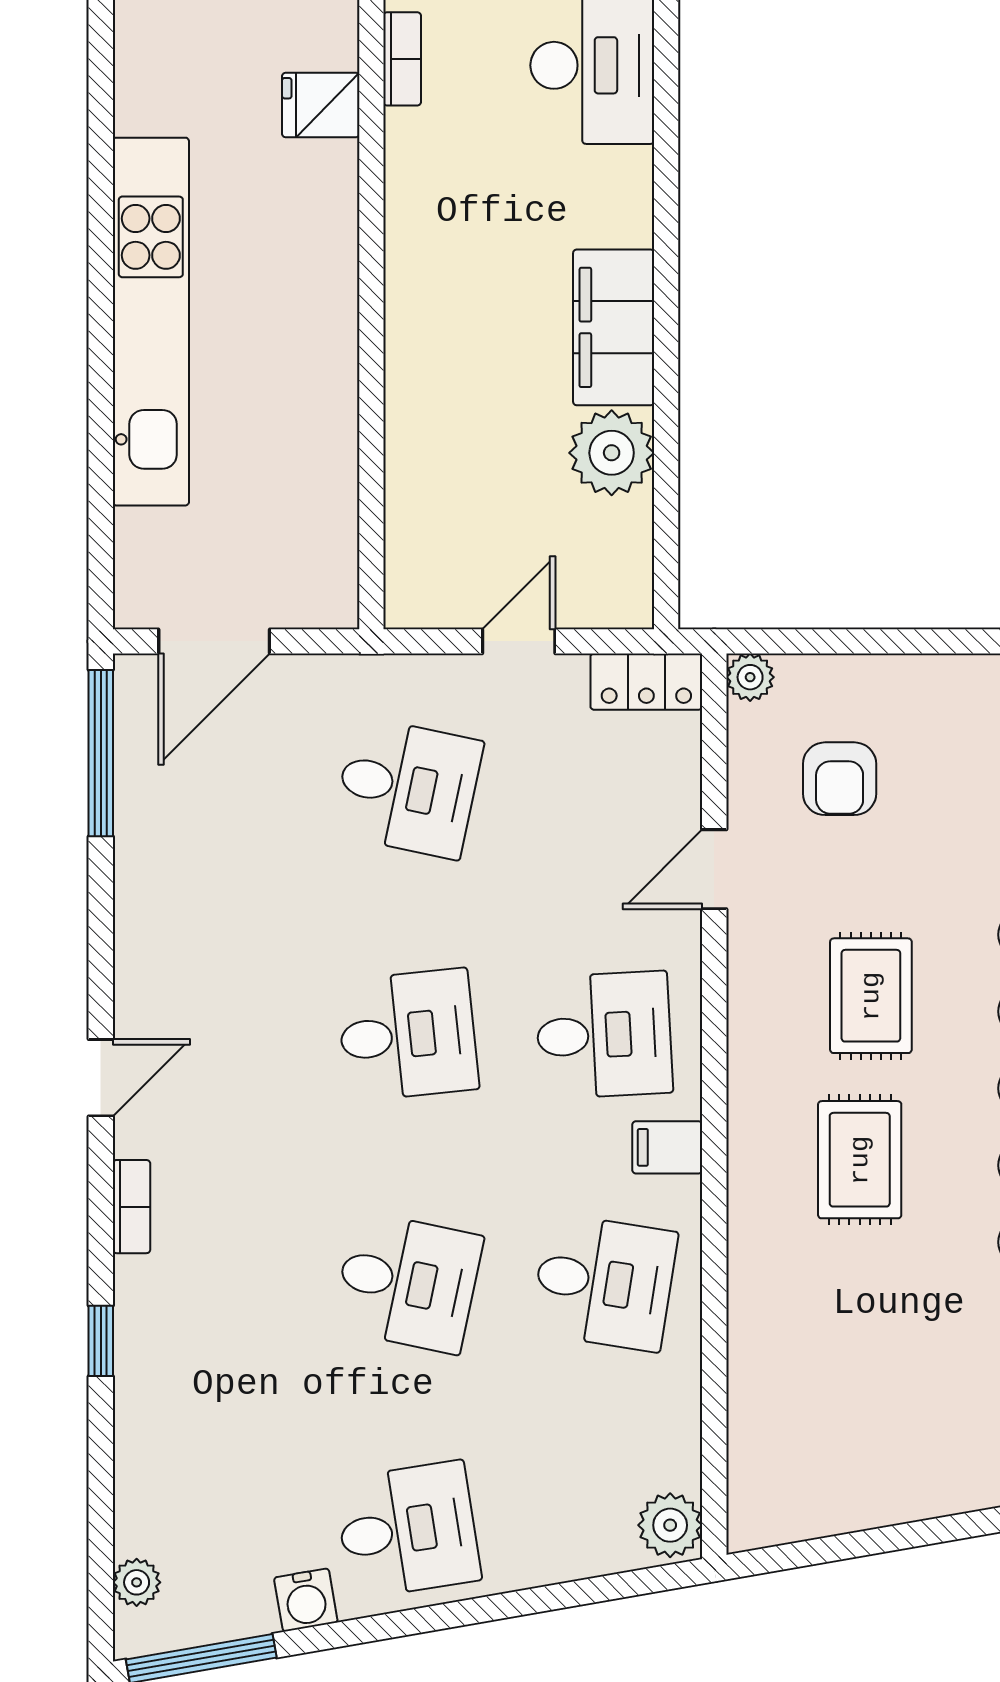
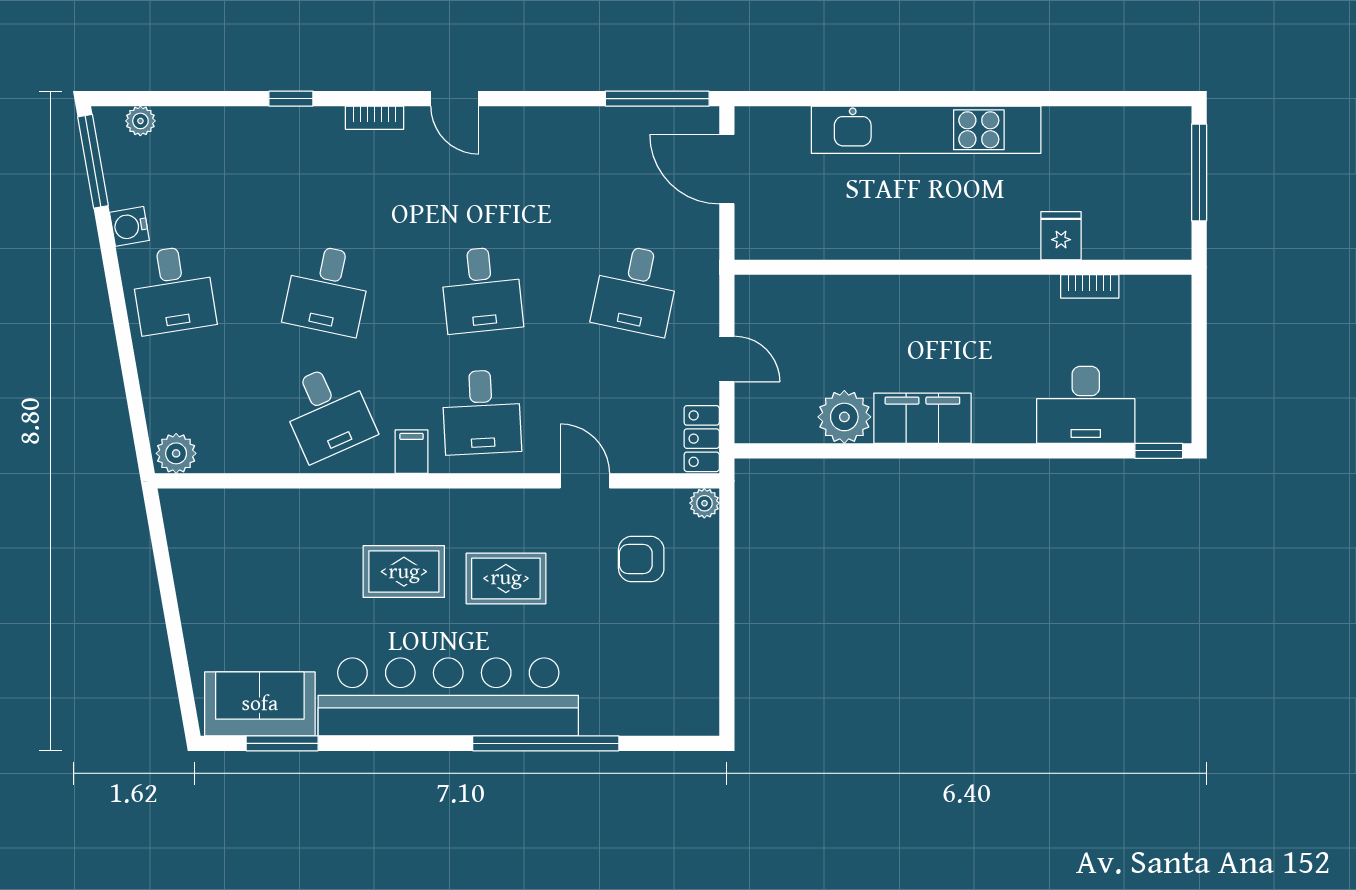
desk: (604, 1282) -> (327, 412), turned -33

